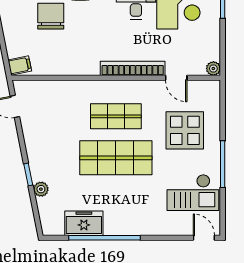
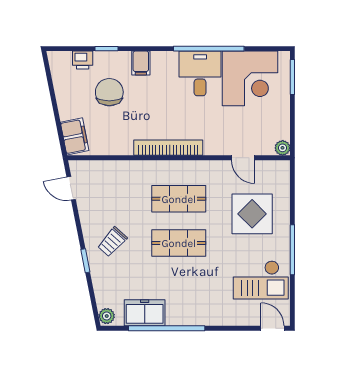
filing cabinet: (20, 65) -> (75, 136), width x2.00
bookcase: (133, 68) -> (168, 148), moved
trolley: (54, 157) -> (112, 242), added
shop shelf: (116, 158) -> (179, 243), width x0.70, depth x0.74
plant: (41, 189) -> (107, 316), moved

